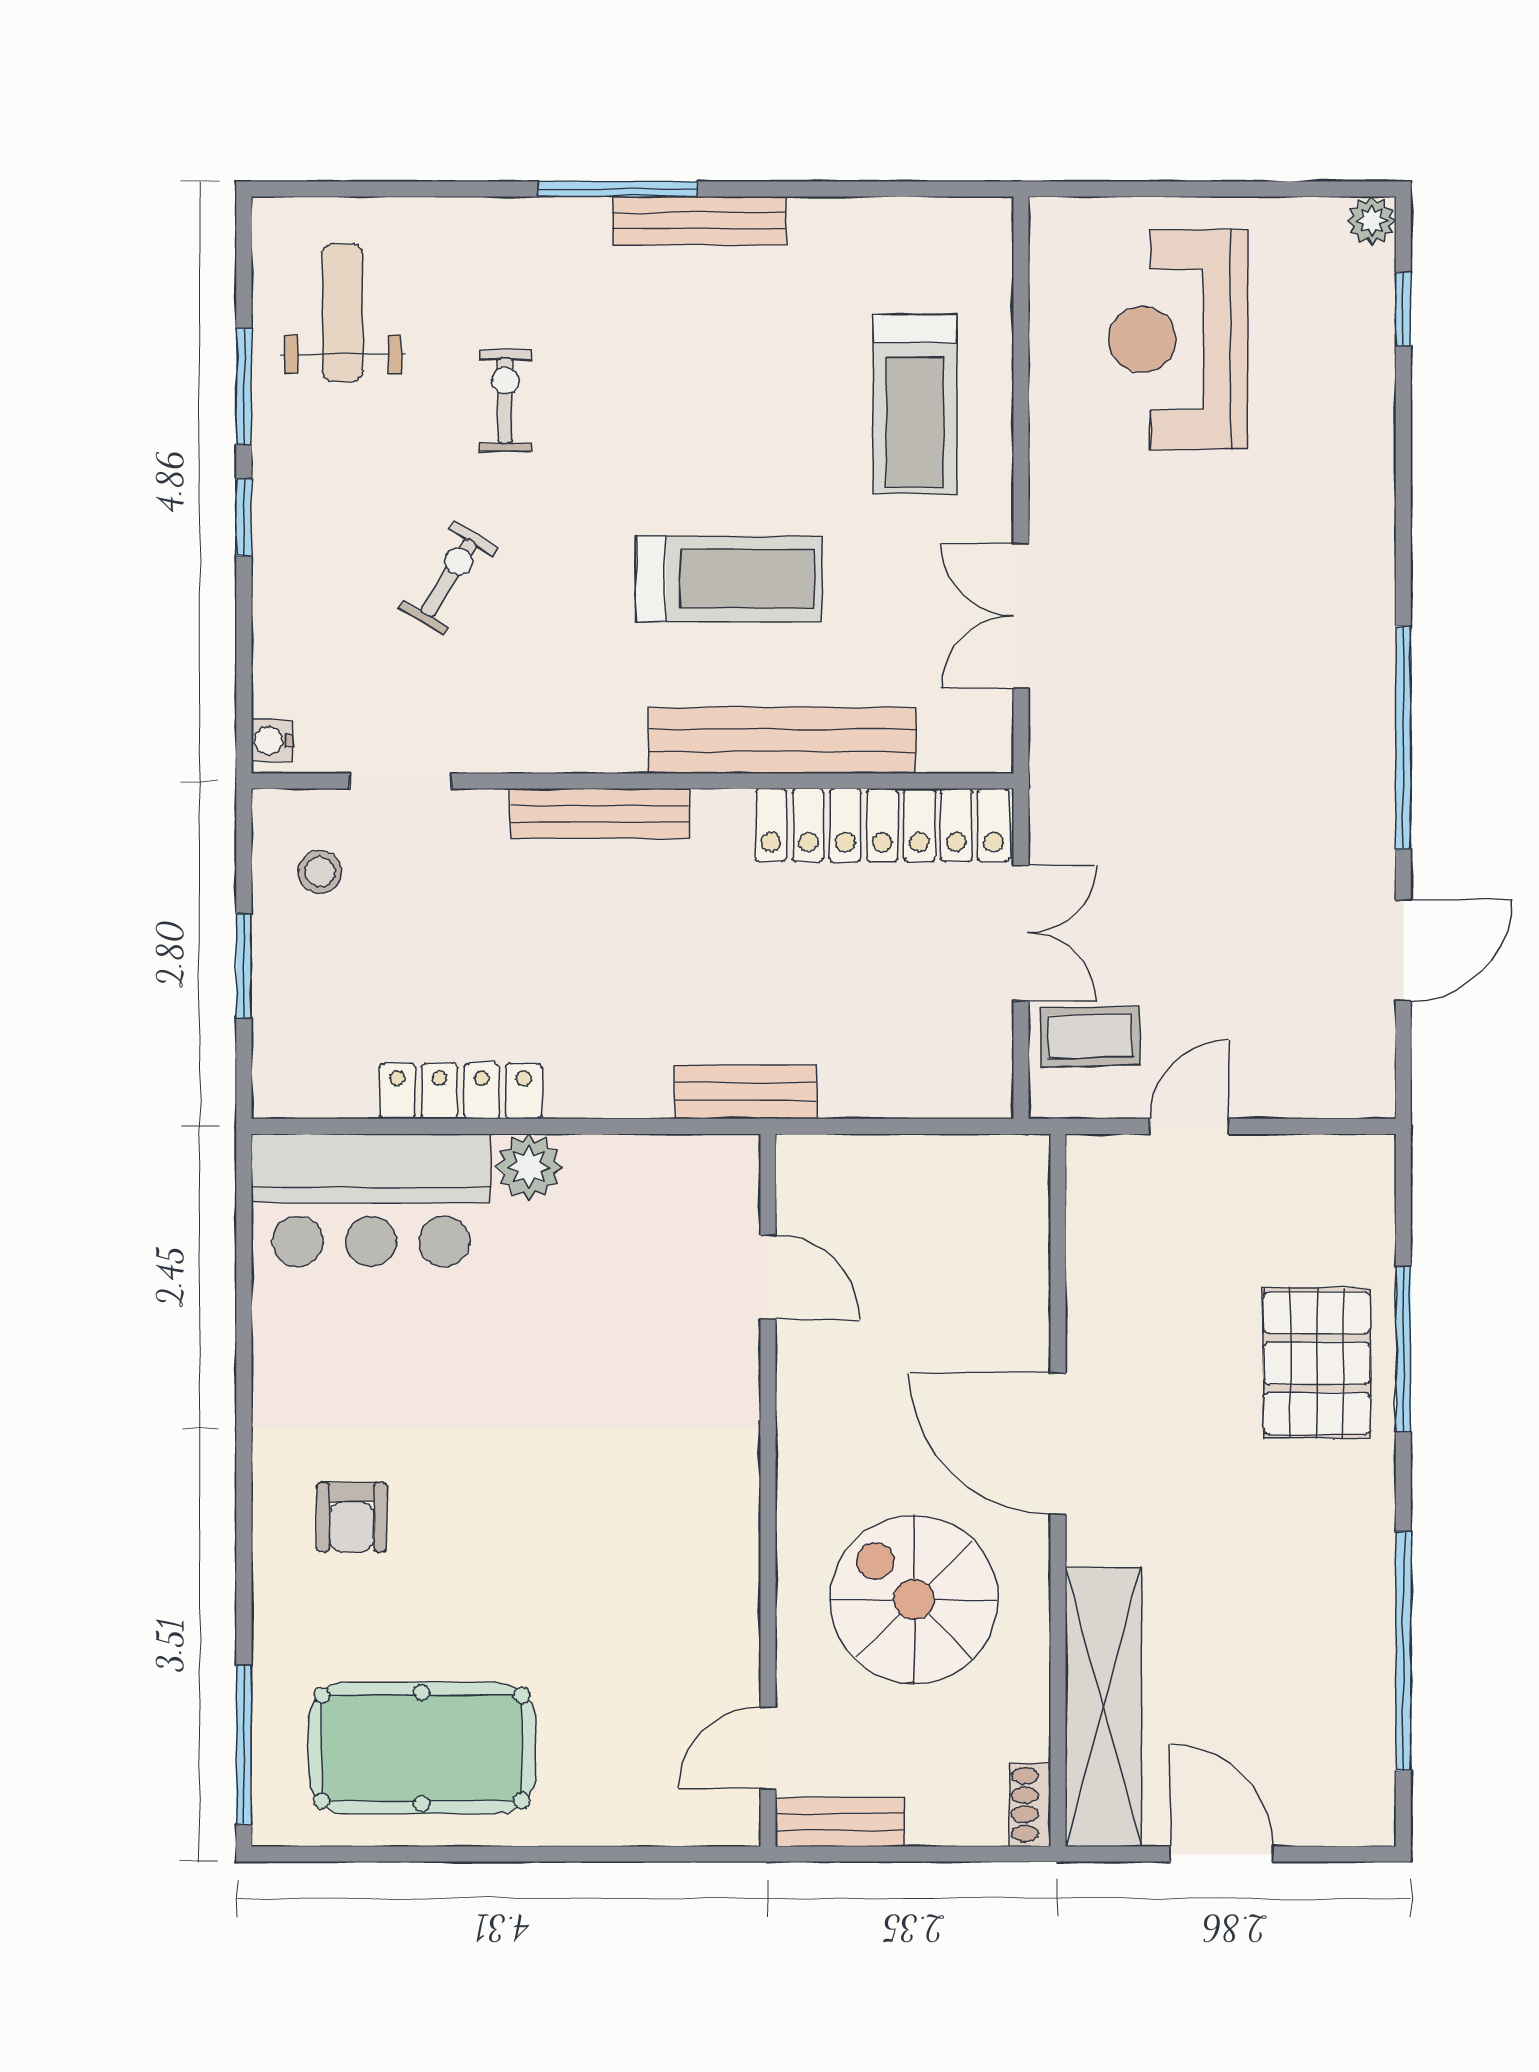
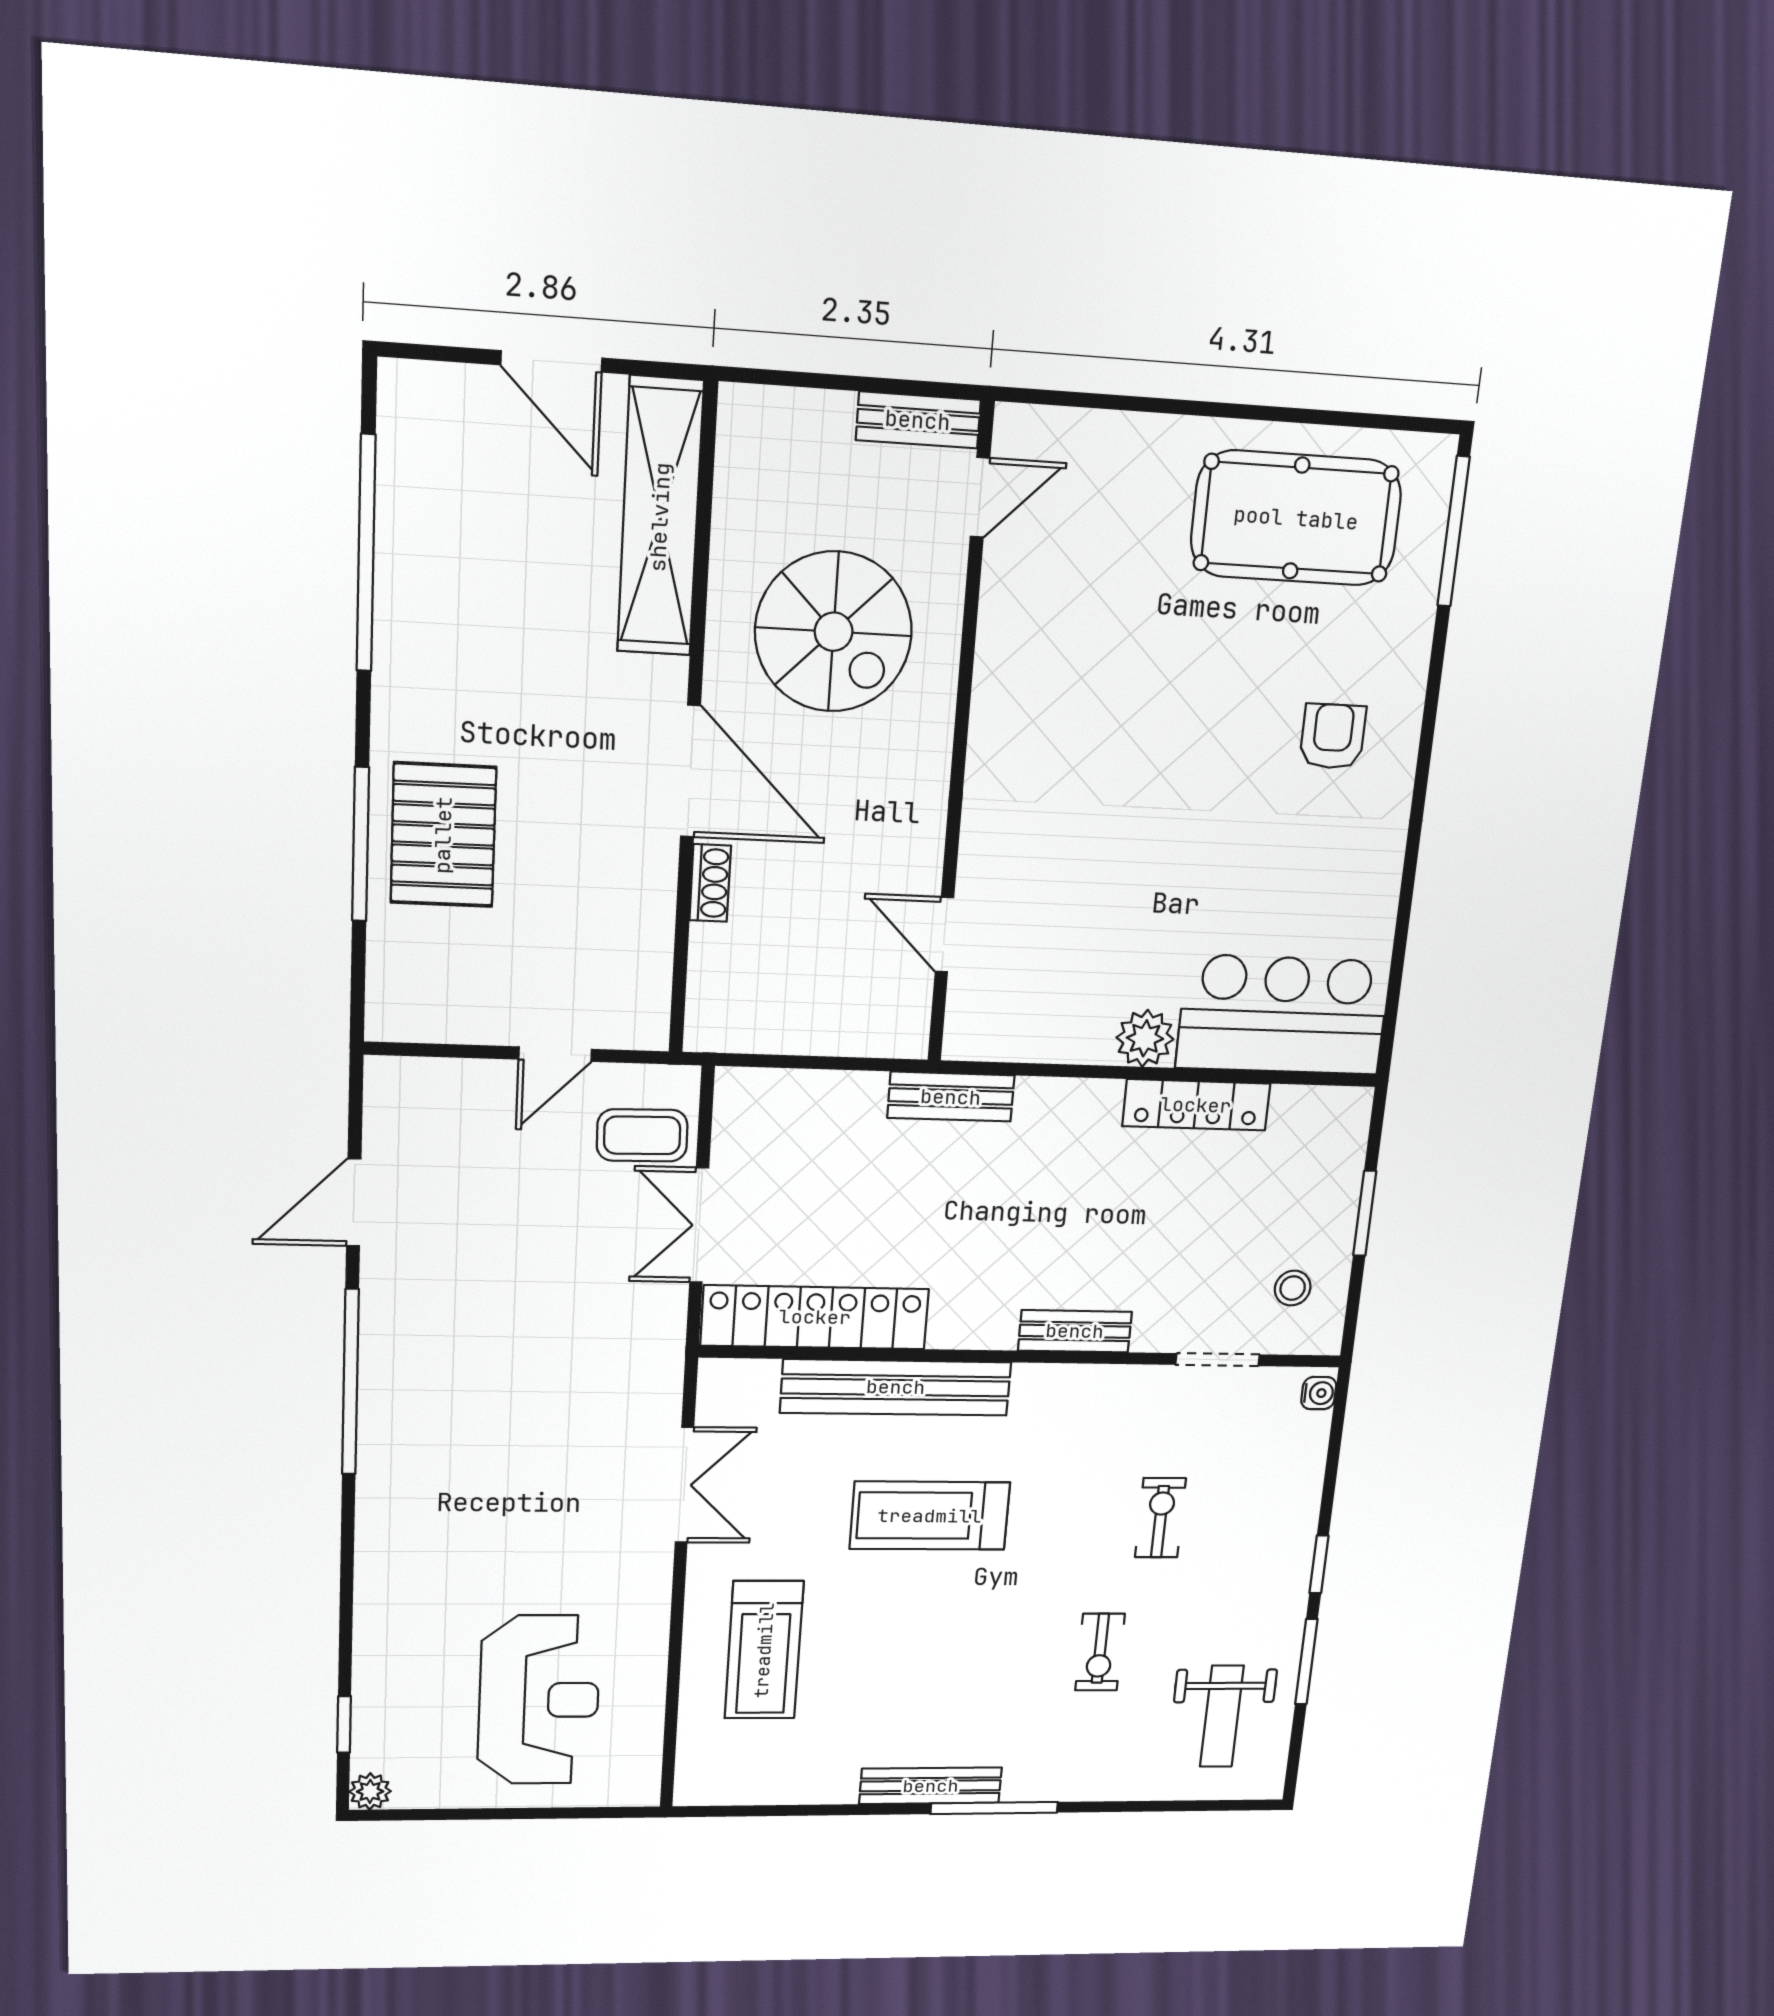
treadmill: (915, 404) -> (764, 1650), turned 180
exercise bike: (449, 578) -> (1160, 1518), turned 148
bench: (600, 814) -> (1075, 1331), width x0.73
shoe rack: (1030, 1805) -> (710, 883), moved

